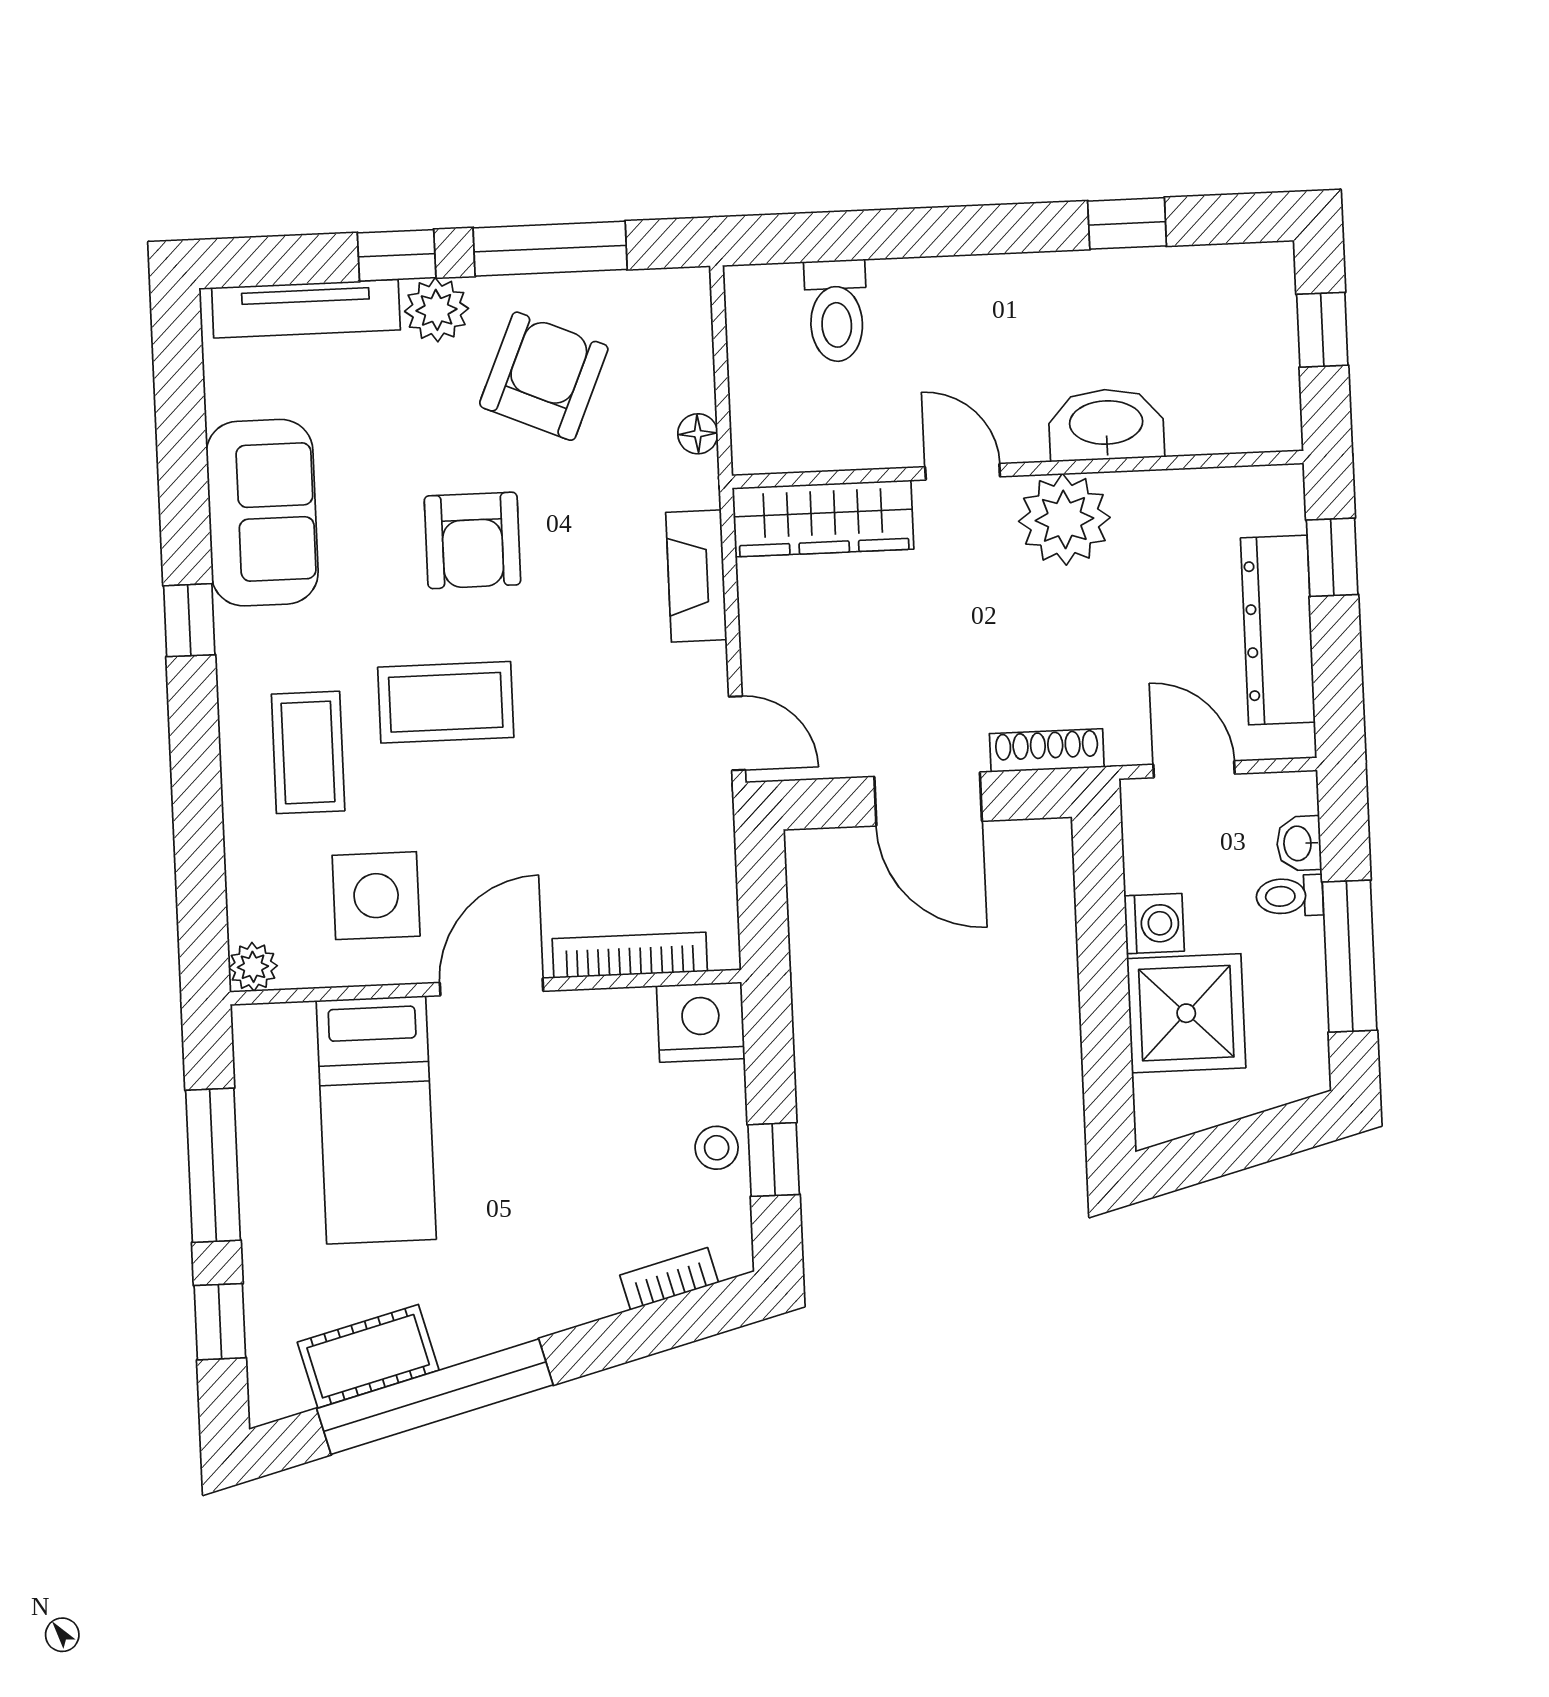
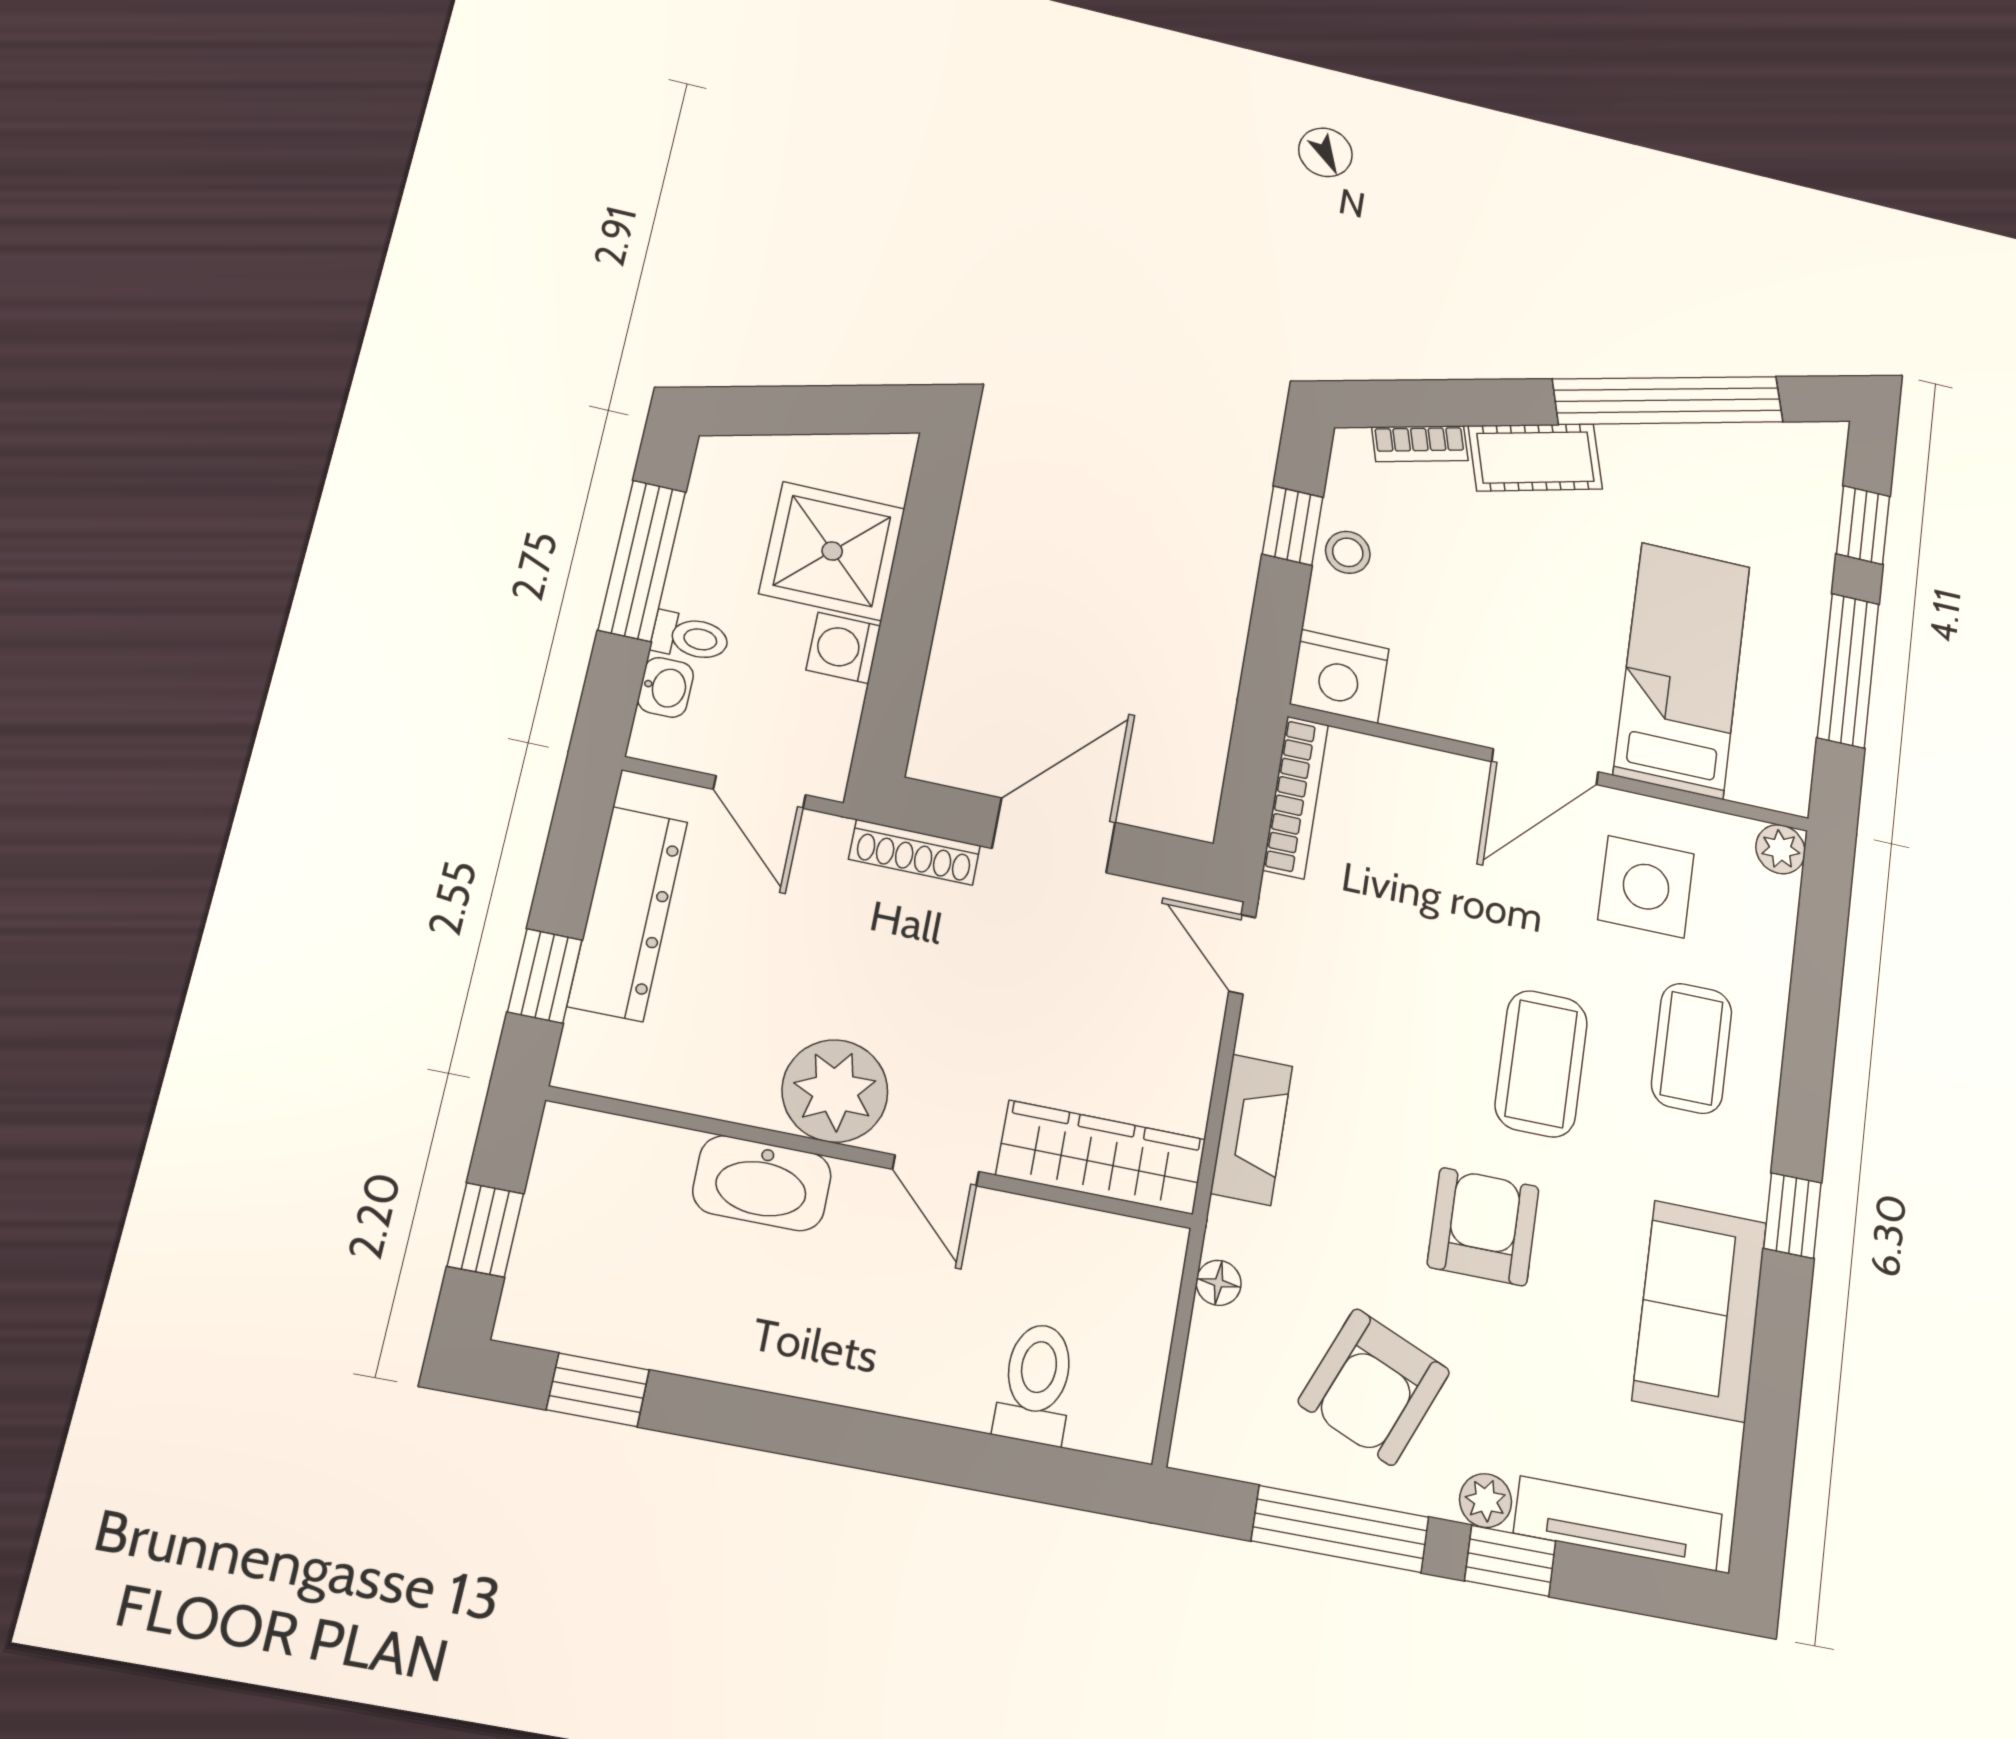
window: (1127, 223) -> (598, 1390), moved
plant: (437, 310) -> (1486, 1501), width x0.73, depth x0.73
coffee table: (446, 702) -> (1541, 1064), turned 90
door: (928, 799) -> (1054, 835), hinge flipped
bookcase: (630, 955) -> (1295, 797), moved, turned -90
cot: (368, 1356) -> (1535, 457), moved

